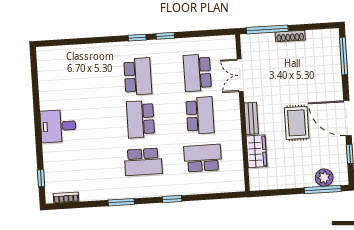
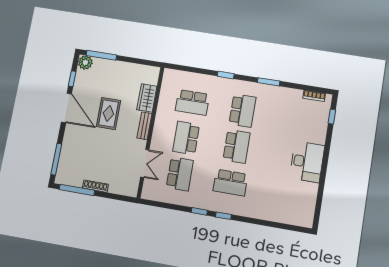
window: (267, 29) -> (77, 190), moved
school desk: (138, 77) -> (230, 183), turned -90
desk: (58, 126) -> (307, 162), width x1.37
school desk: (143, 162) -> (243, 111), turned 90
plant: (324, 178) -> (85, 63), moved

